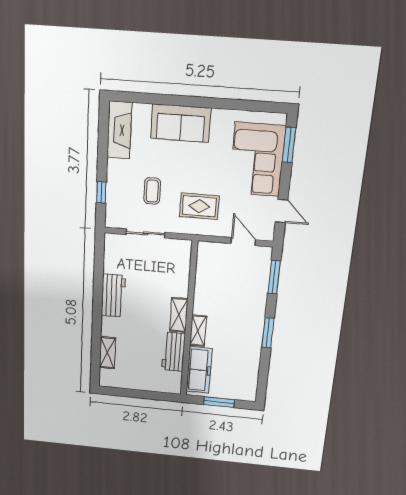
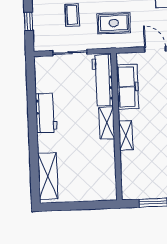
workbench: (173, 352) -> (103, 80), moved, width x1.38
shelving: (107, 353) -> (48, 176), width x1.50, depth x1.33
freezer: (199, 370) -> (128, 87), moved

